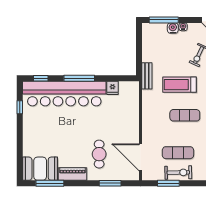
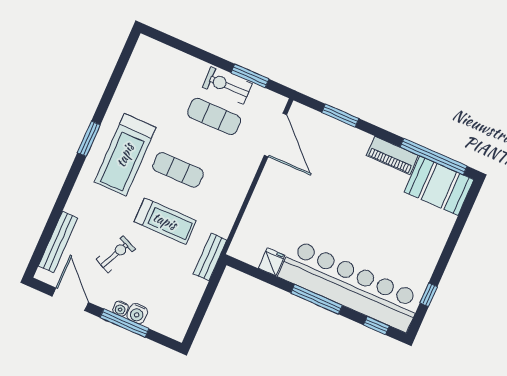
window: (164, 20) -> (124, 323), moved
cafe table: (99, 154) -> (337, 168), removed
window: (50, 183) -> (434, 157), width x1.46

